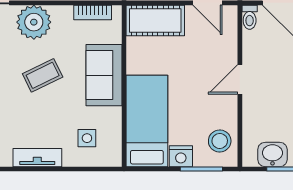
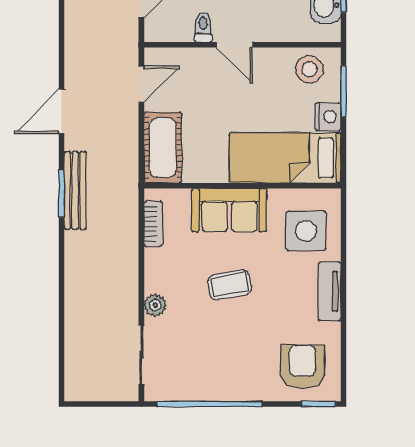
toilet: (250, 17) -> (203, 27), moved, turned -90
plant: (34, 22) -> (155, 305), width x0.53, depth x0.53
coffee table: (43, 75) -> (230, 285), turned -75
side table: (87, 138) -> (306, 231), width x1.87, depth x1.87

